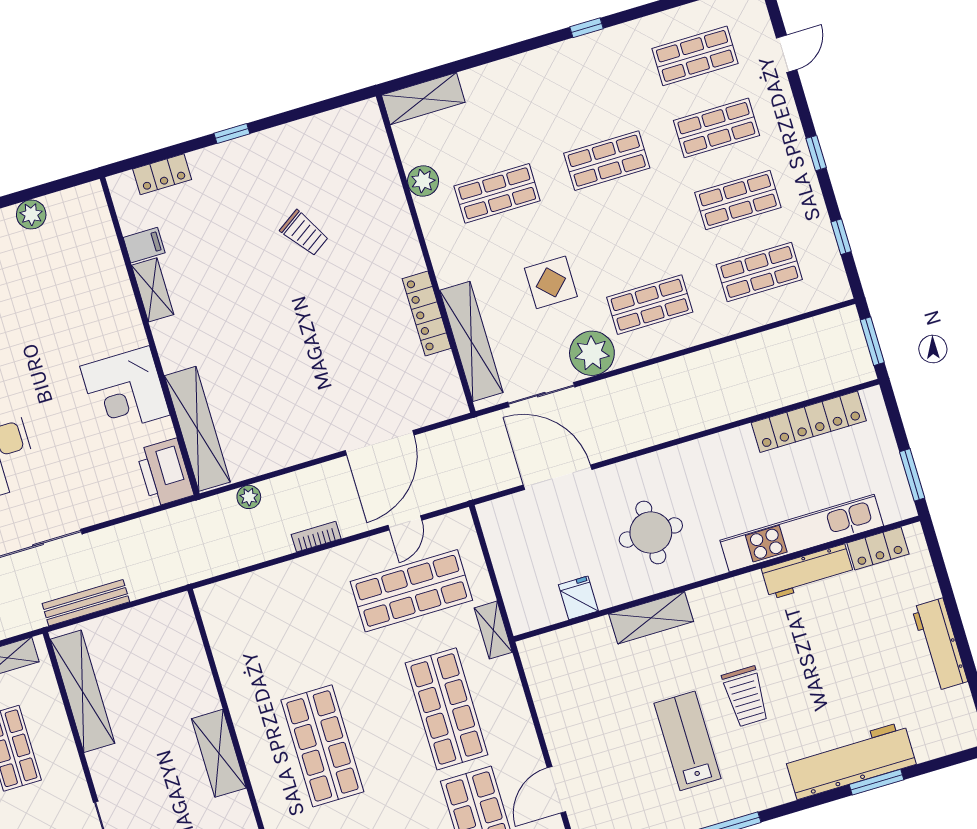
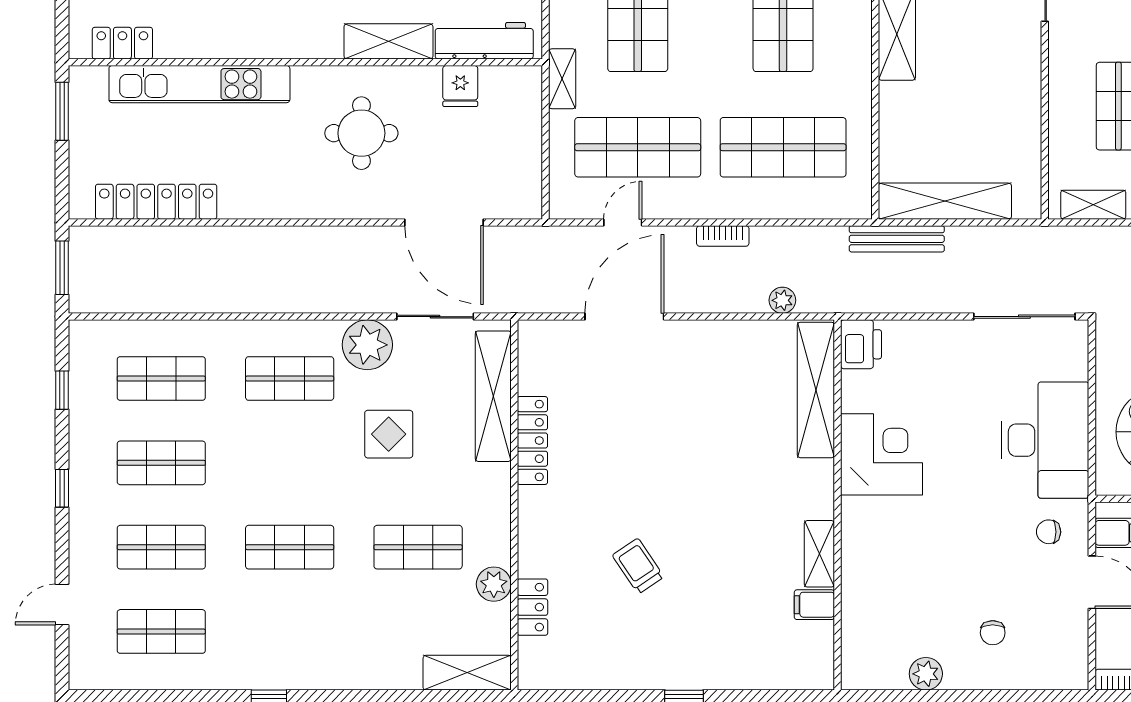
locker: (162, 174) -> (532, 607), moved, turned 90
printer: (165, 473) -> (861, 344), width x0.73, depth x0.84
workbench: (808, 572) -> (484, 41), moved
bench: (86, 603) -> (897, 239), moved
shop shelf: (287, 628) -> (783, 147), added
shelving: (83, 691) -> (945, 201), moved, turned 90

